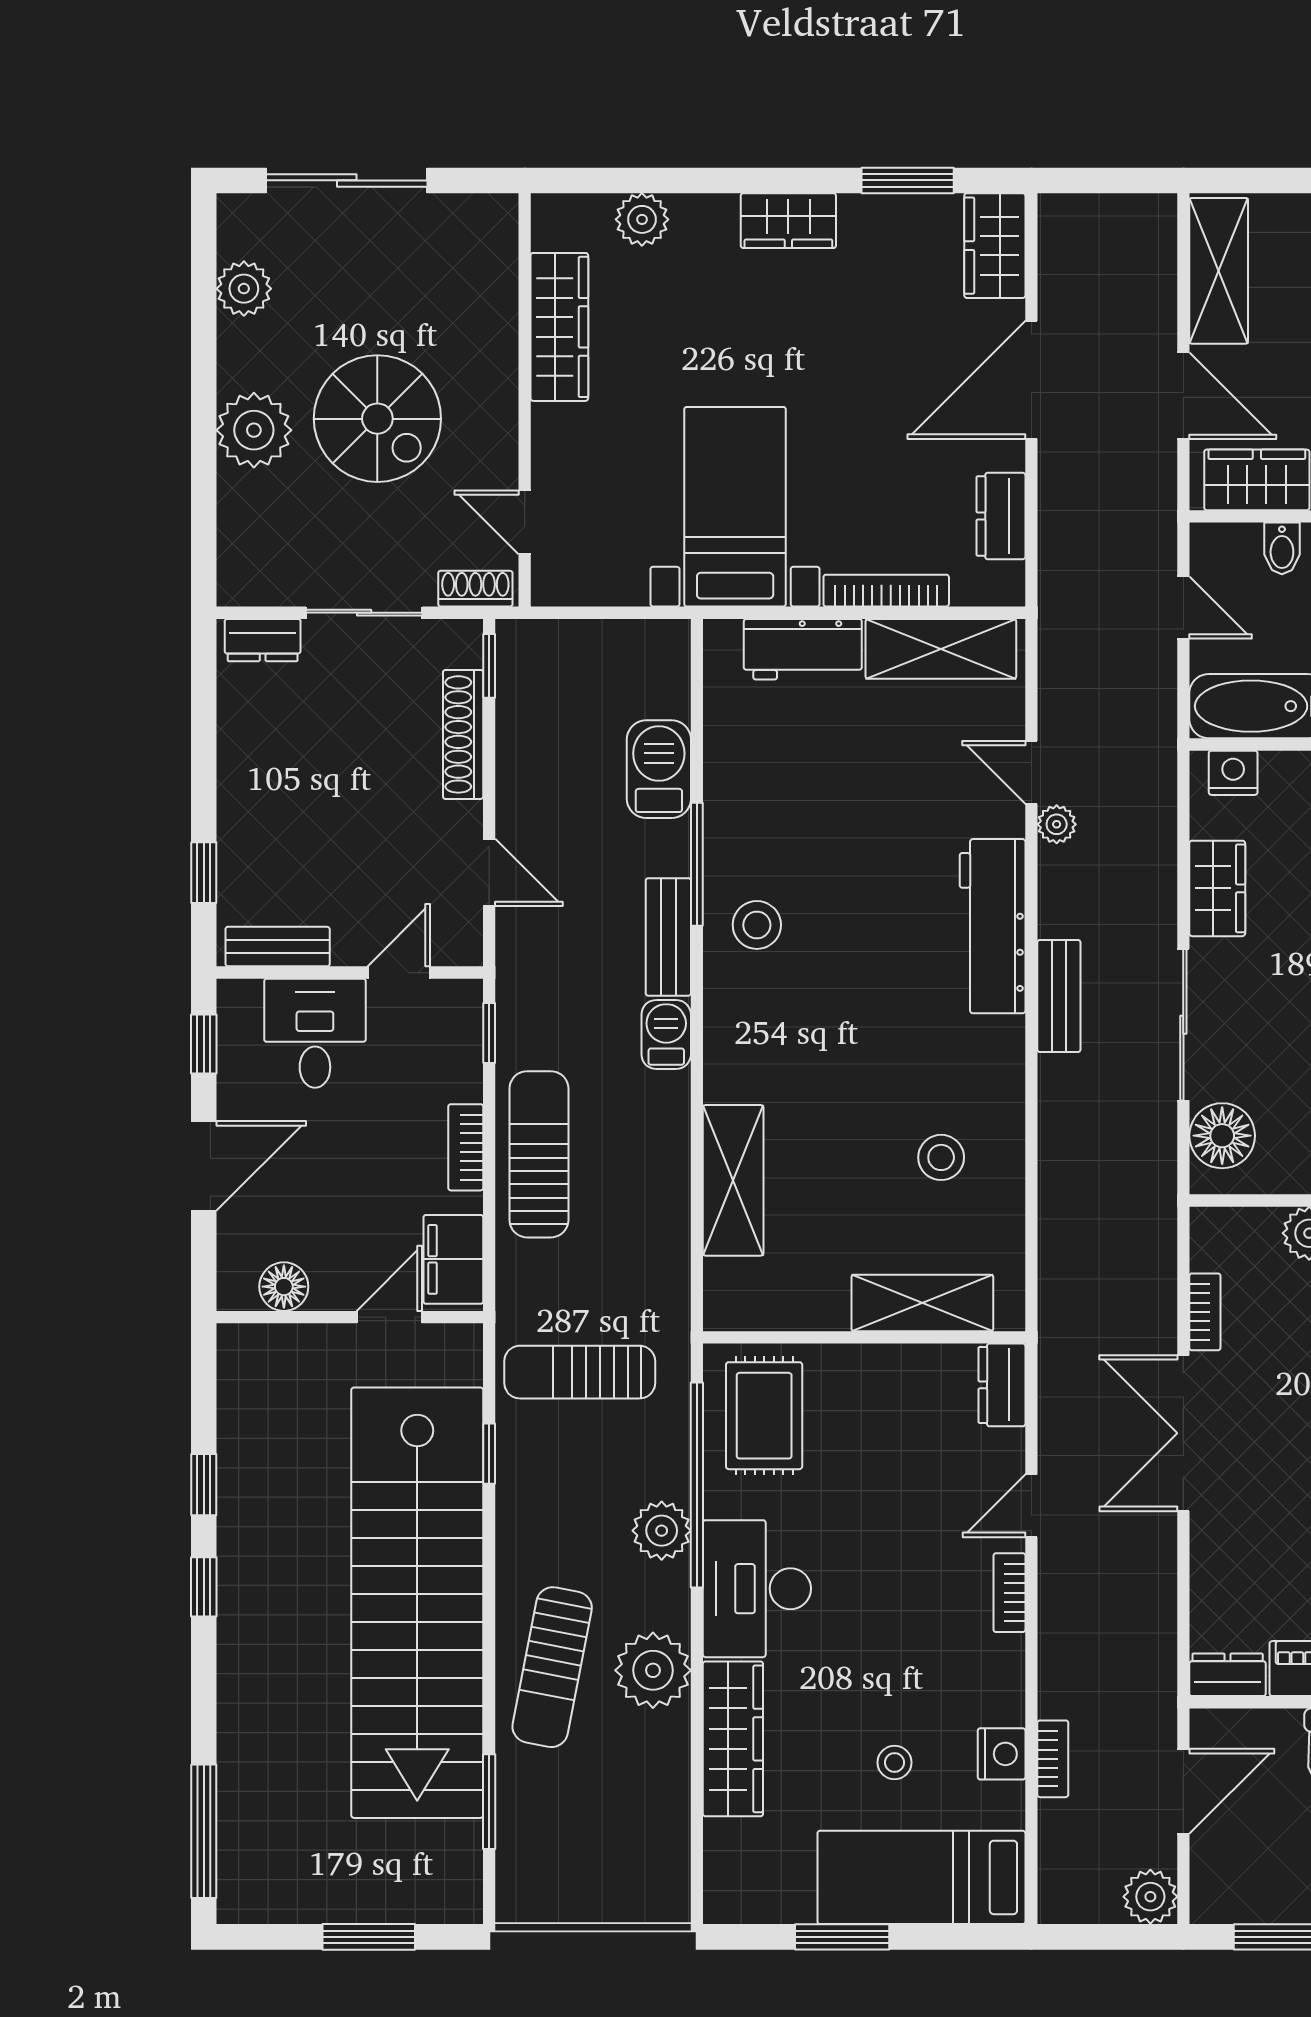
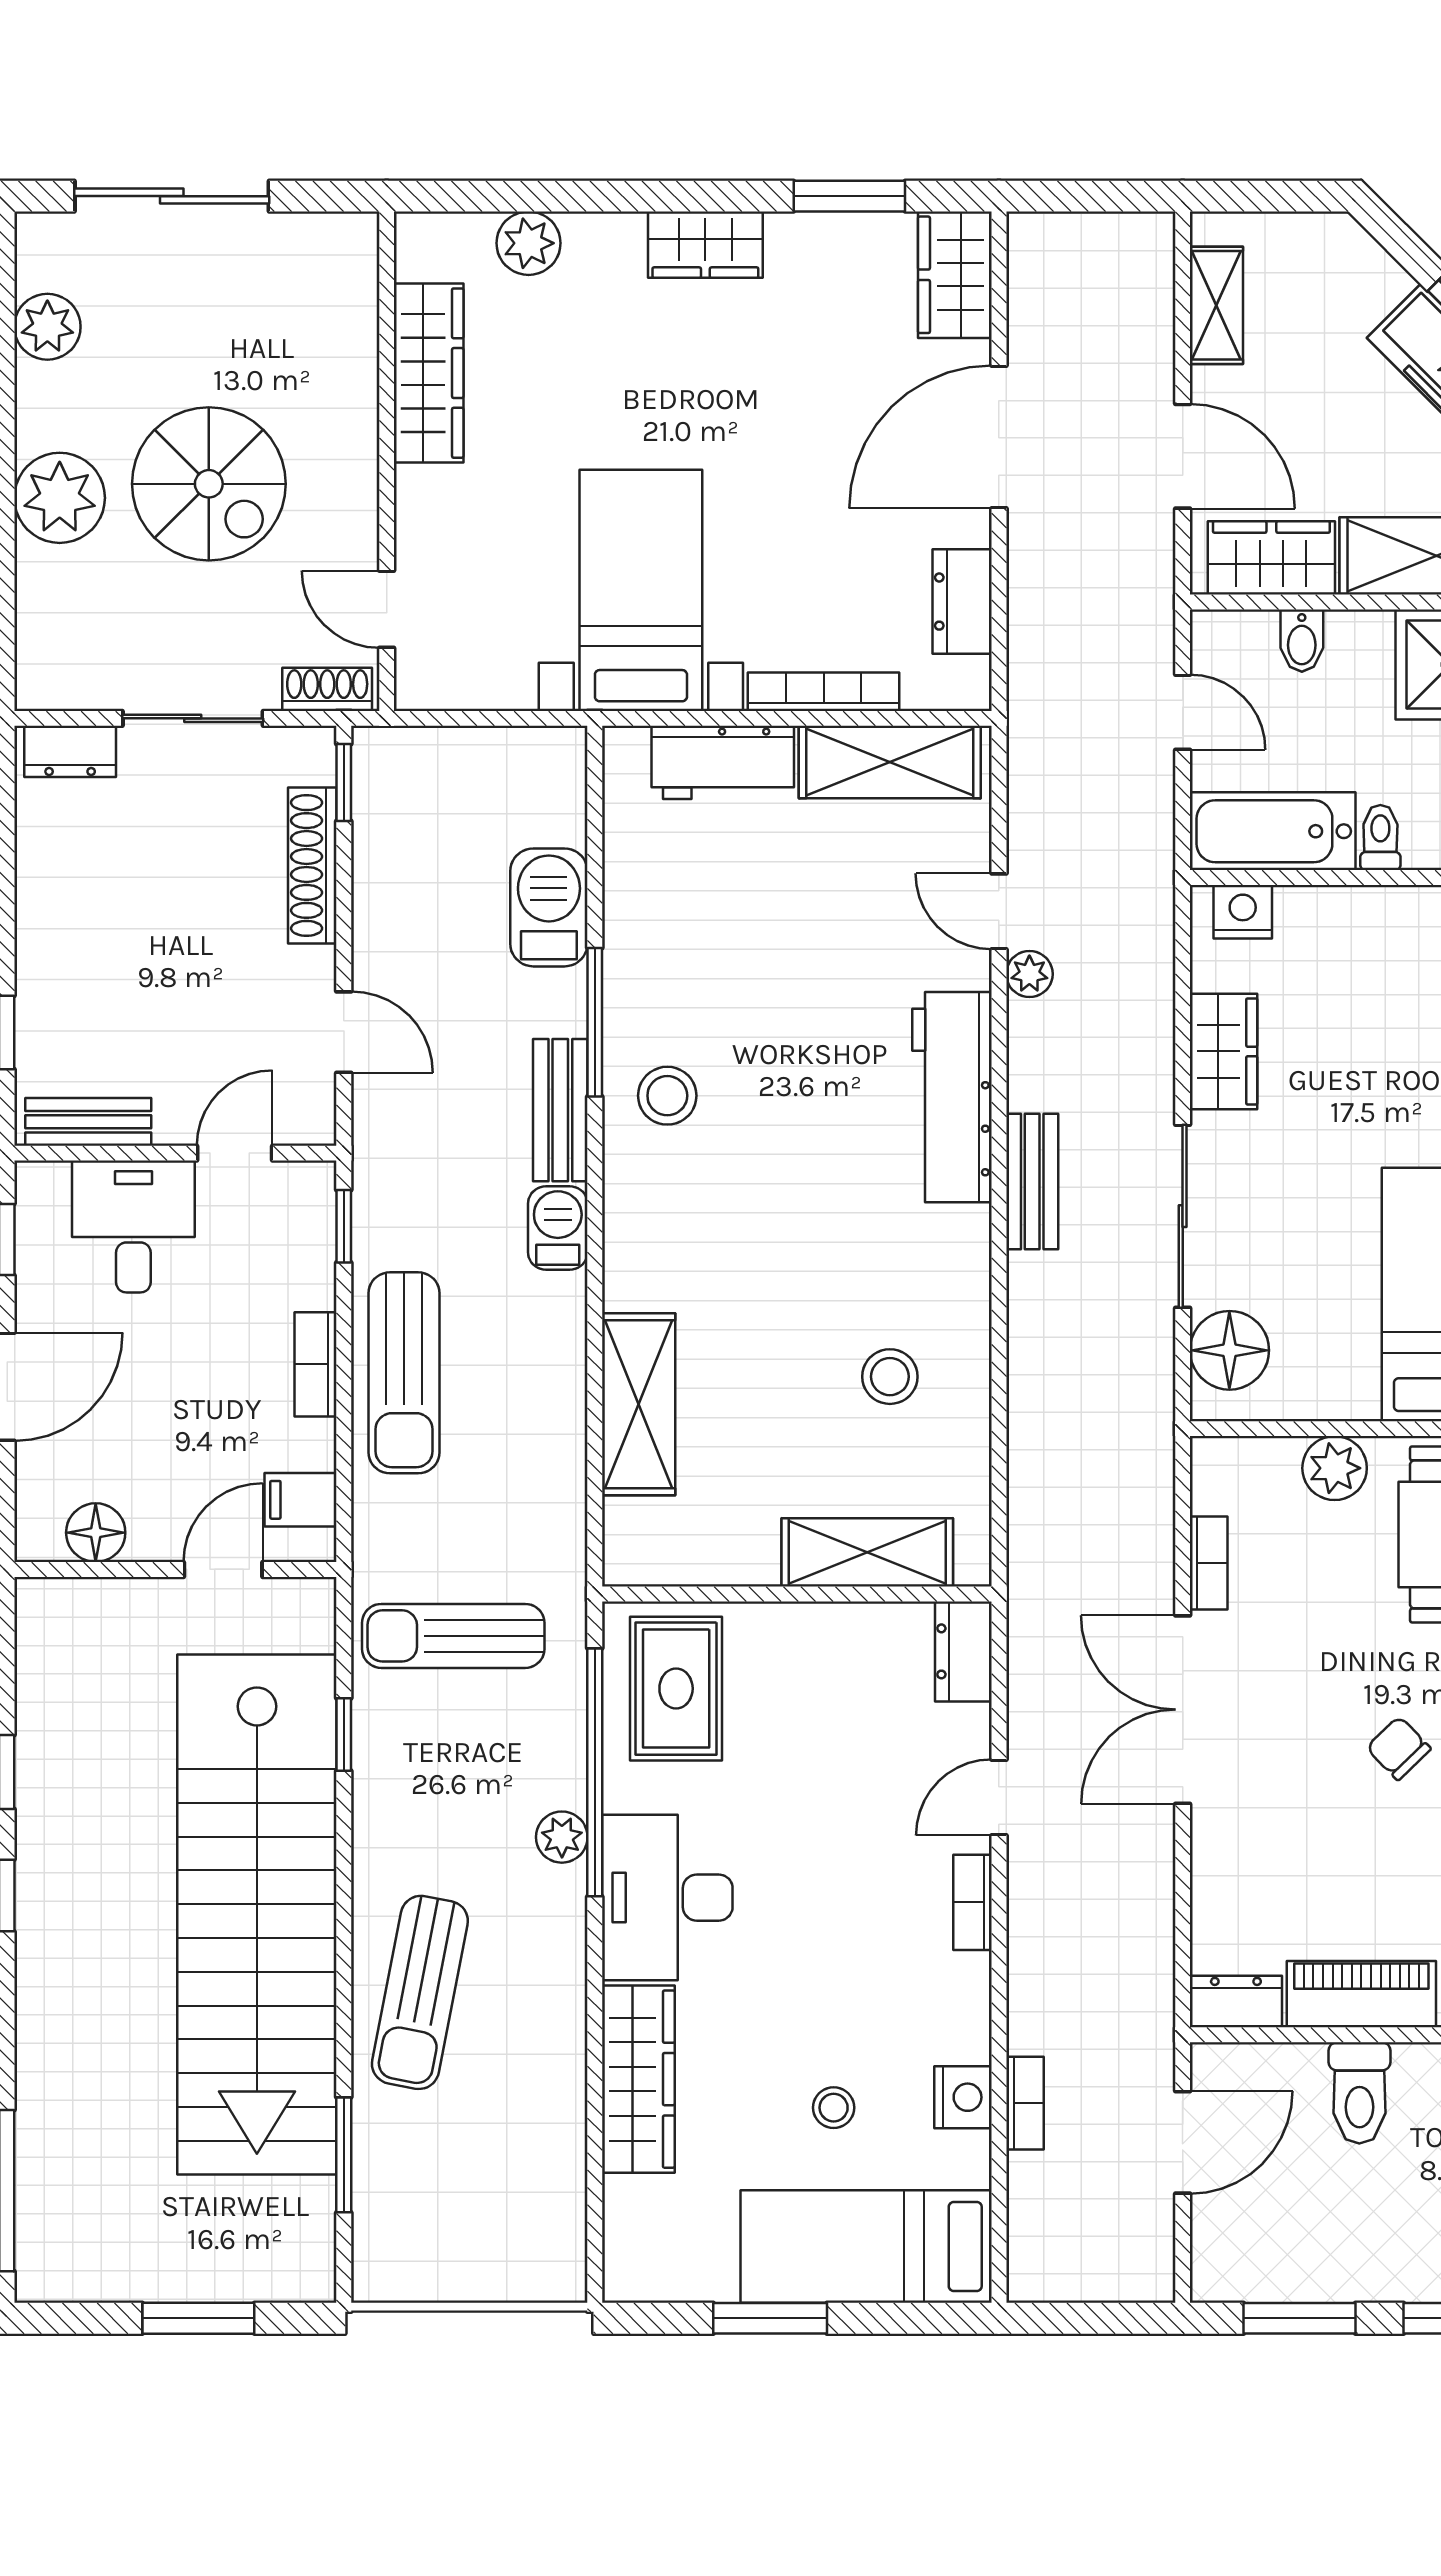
shelving: (1219, 271) -> (1216, 305), width x0.67, depth x0.75
sun lounger: (539, 1154) -> (404, 1373), turned 180
filing cabinet: (453, 1259) -> (301, 1500), width x0.50
plant: (662, 1531) -> (562, 1837), width x0.73, depth x0.73
plant: (653, 1670) -> (542, 1996), removed
plant: (1150, 1897) -> (1143, 2270), removed

